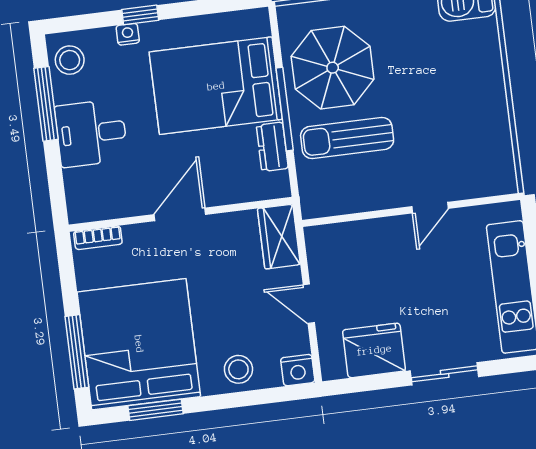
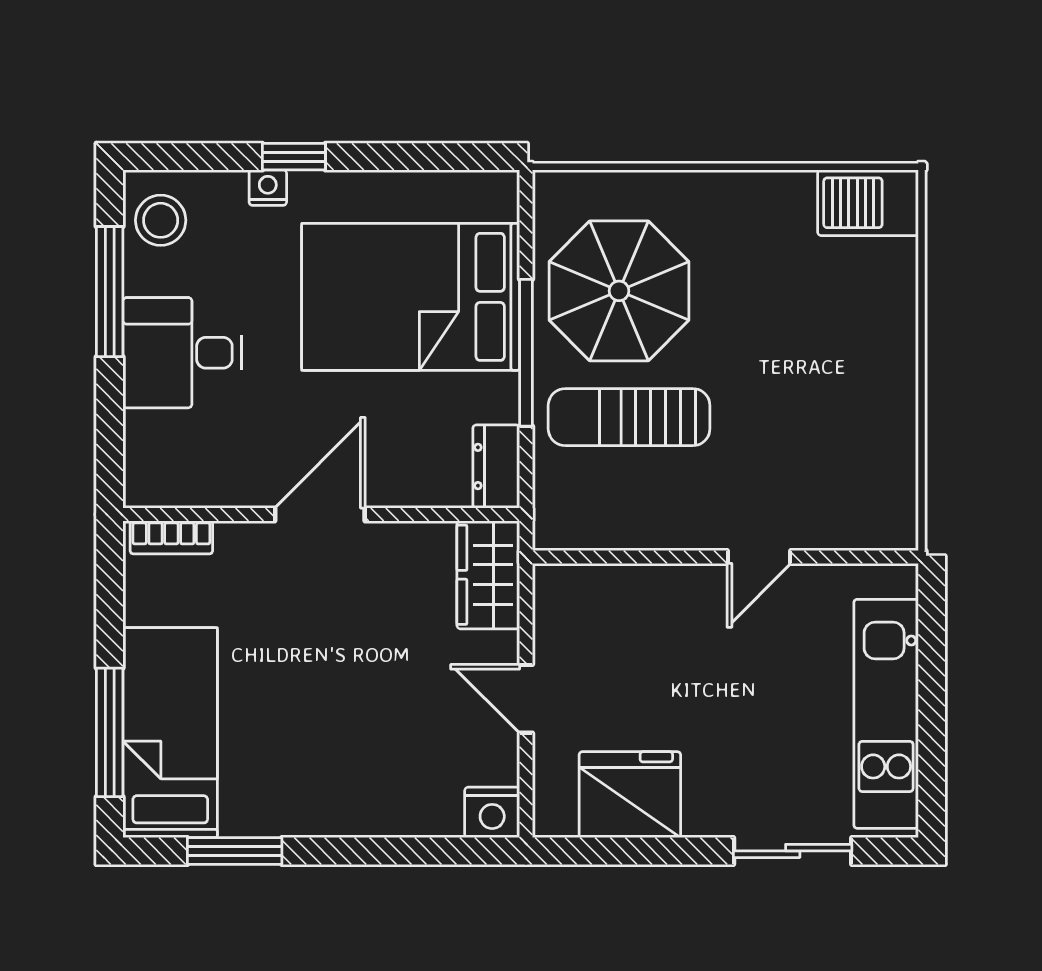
dresser: (272, 147) -> (496, 466), moved
bed: (139, 344) -> (170, 733), width x0.49
stool: (238, 369) -> (389, 798), removed
sliding door: (445, 374) -> (793, 851), moved

